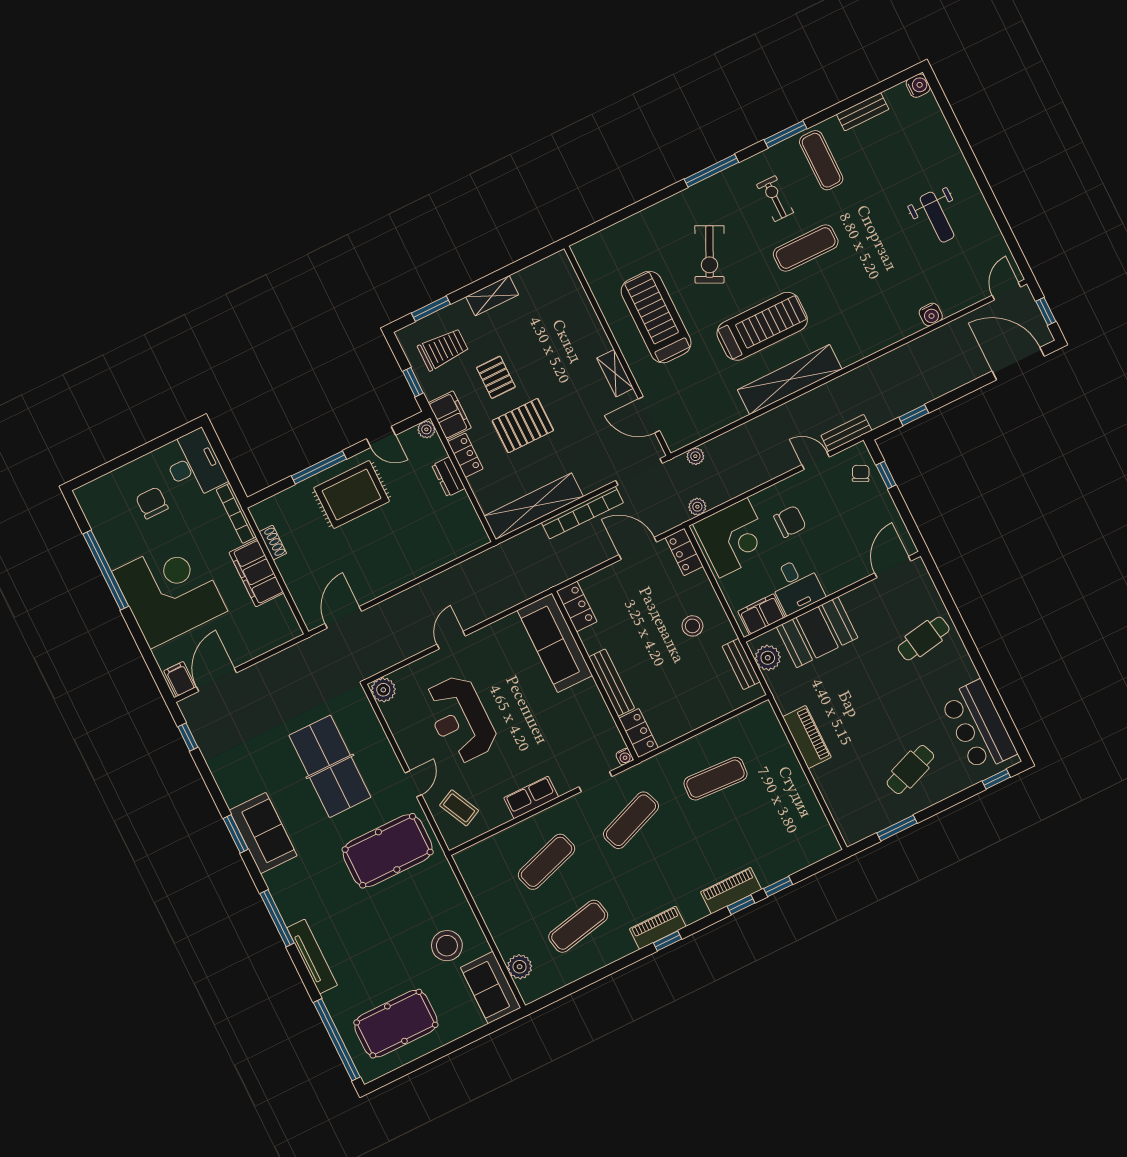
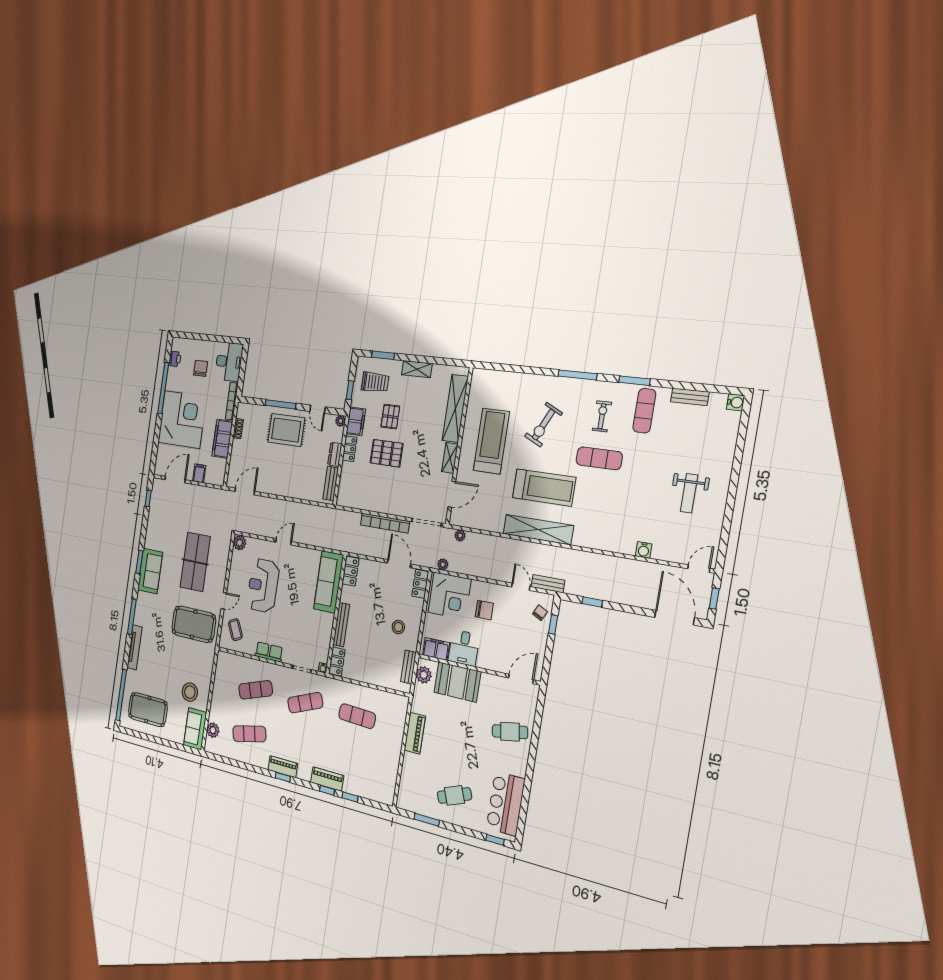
door: (649, 415) -> (452, 494), swing flipped
shelving: (534, 506) -> (455, 408), moved, turned 90
bench: (469, 517) -> (331, 483), added
printer: (97, 518) -> (175, 359), added
filing cabinet: (180, 679) -> (199, 473), moved

